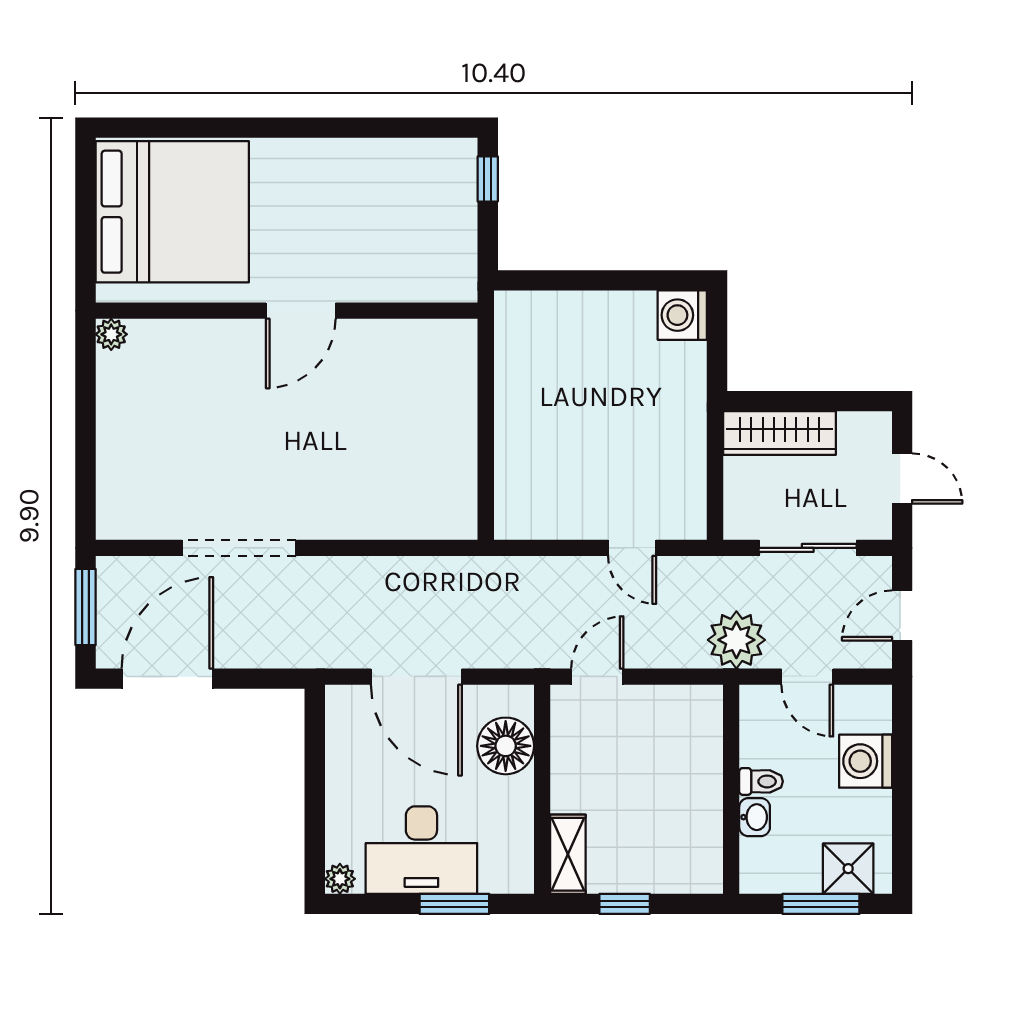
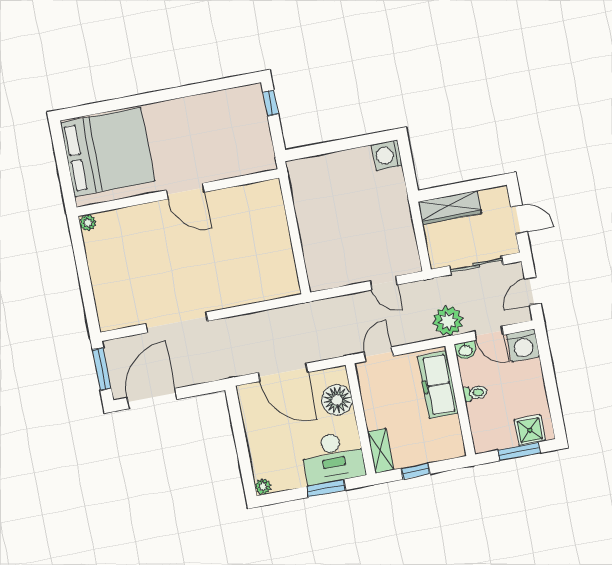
door: (301, 311) -> (185, 191), hinge flipped
freezer: (695, 753) -> (438, 385), added
washing machine: (866, 761) -> (523, 345), moved, turned -90
washbasin: (755, 817) -> (465, 350), moved, turned 90
desk: (421, 850) -> (333, 458), moved

